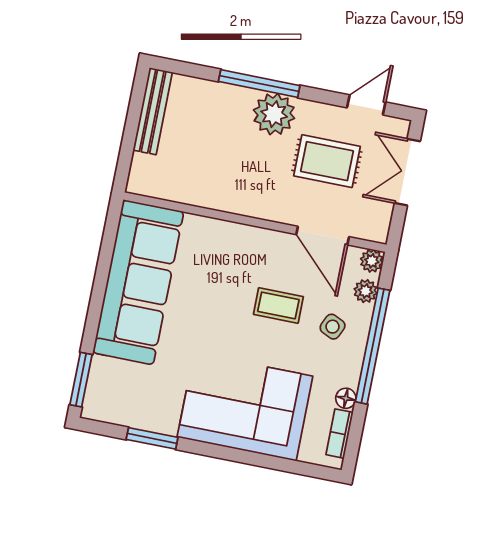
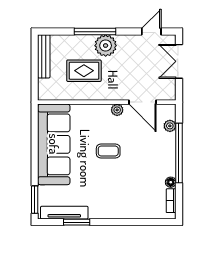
rug: (327, 161) -> (84, 71), moved
plant: (372, 261) -> (117, 110), moved
coffee table: (278, 305) -> (108, 151), moved
side table: (333, 327) -> (157, 147), removed
corner sofa: (245, 407) -> (120, 197), removed
tv unit: (132, 416) -> (64, 213), added

